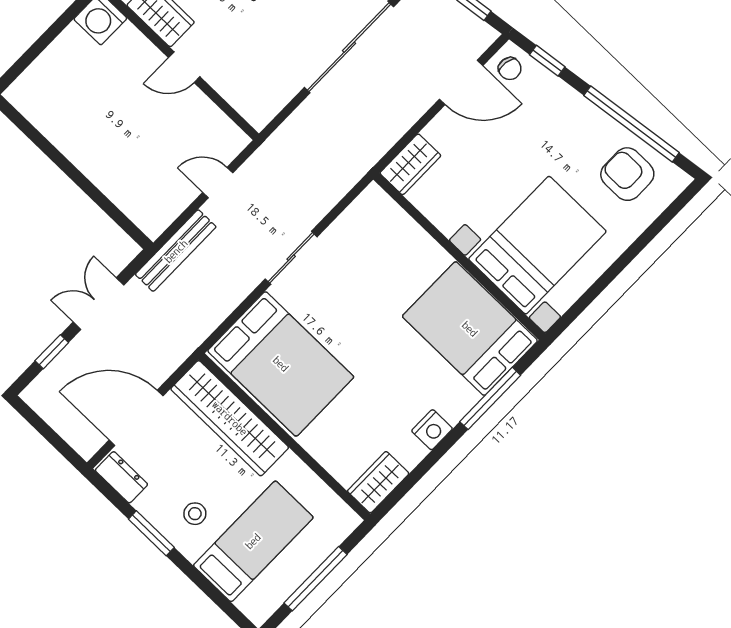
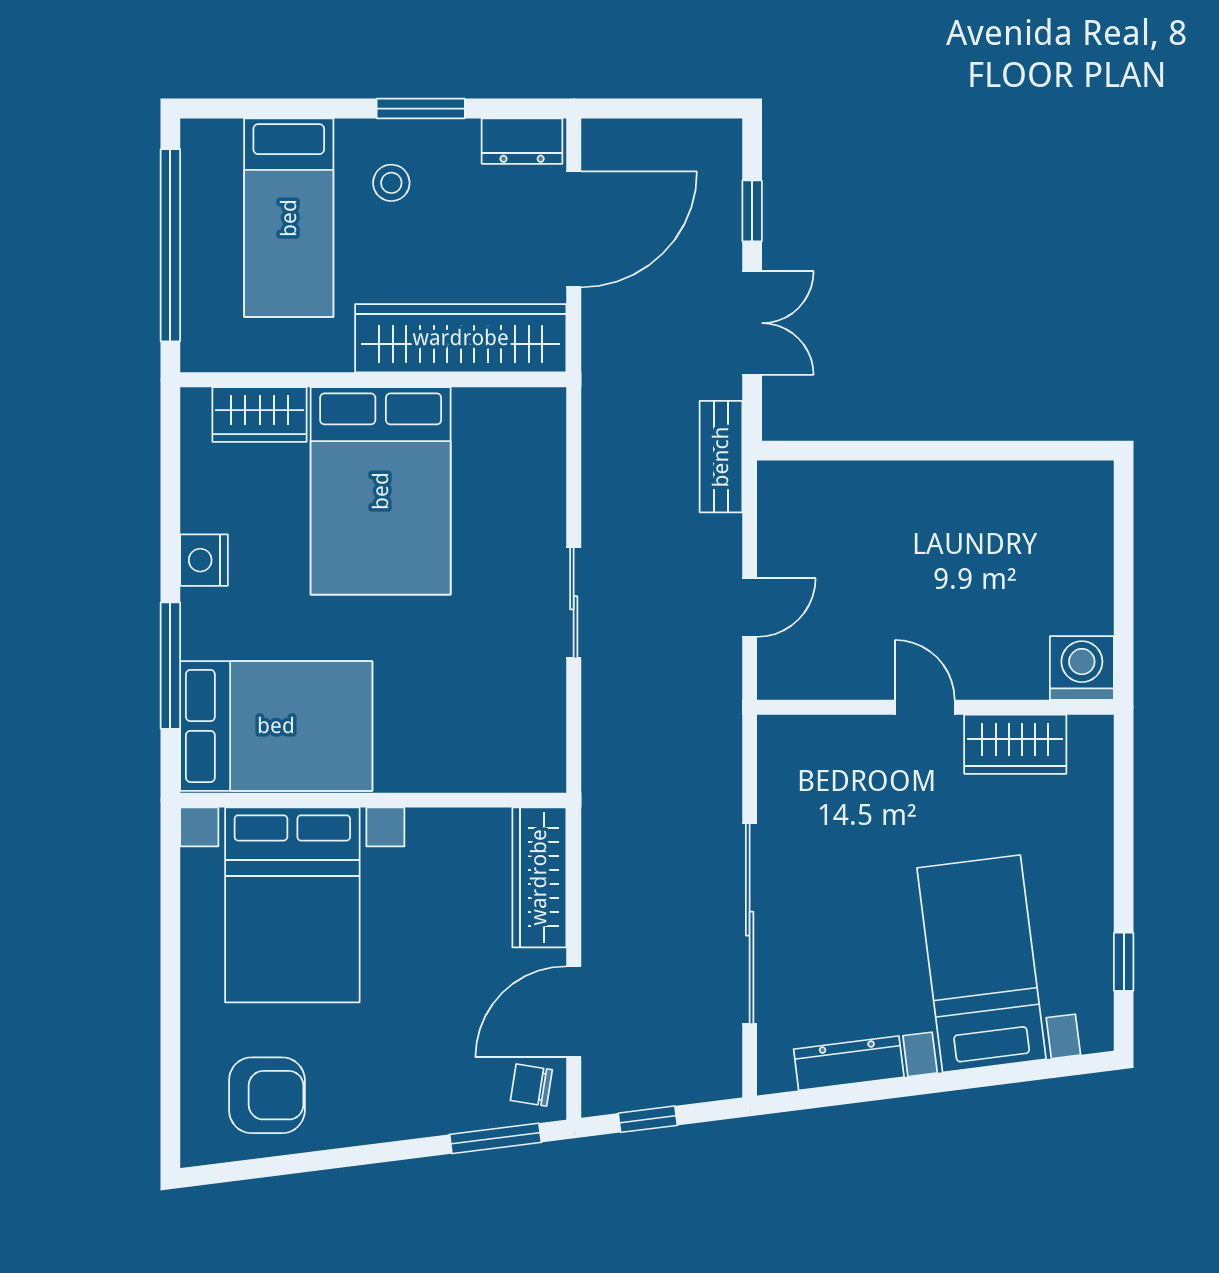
window: (547, 61) -> (495, 1138), width x1.50
door: (184, 67) -> (925, 707), hinge flipped
window: (632, 124) -> (320, 1160), removed
wardrobe: (410, 164) -> (539, 877), width x1.50
bench: (176, 251) -> (721, 457), width x0.73
bed: (281, 364) -> (381, 491), moved, turned -90
wardrobe: (378, 482) -> (260, 414), moved, turned 90
window: (315, 579) -> (170, 245), width x1.46

